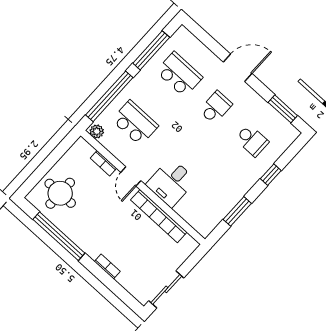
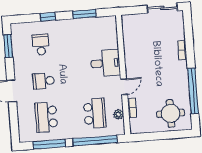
school desk: (135, 123) -> (95, 113), turned 180
plant: (97, 131) -> (118, 114), moved
bookcase: (159, 216) -> (129, 51), removed

